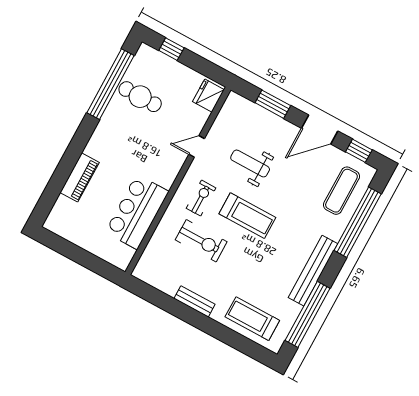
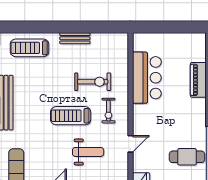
exercise bike: (201, 241) -> (93, 82), turned 180
treadmill: (252, 319) -> (30, 48), turned 180

